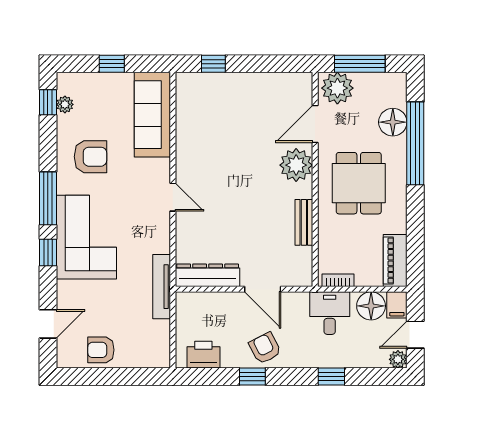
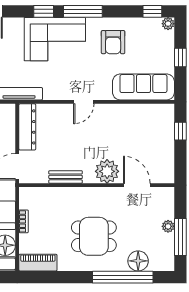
plant: (337, 88) -> (168, 226), width x0.53, depth x0.53
plant: (65, 104) -> (168, 24), moved
door: (315, 124) -> (137, 185), moved
plant: (296, 165) -> (107, 171), moved
wall: (315, 179) -> (97, 185), moved
bench: (304, 222) -> (66, 177), moved

